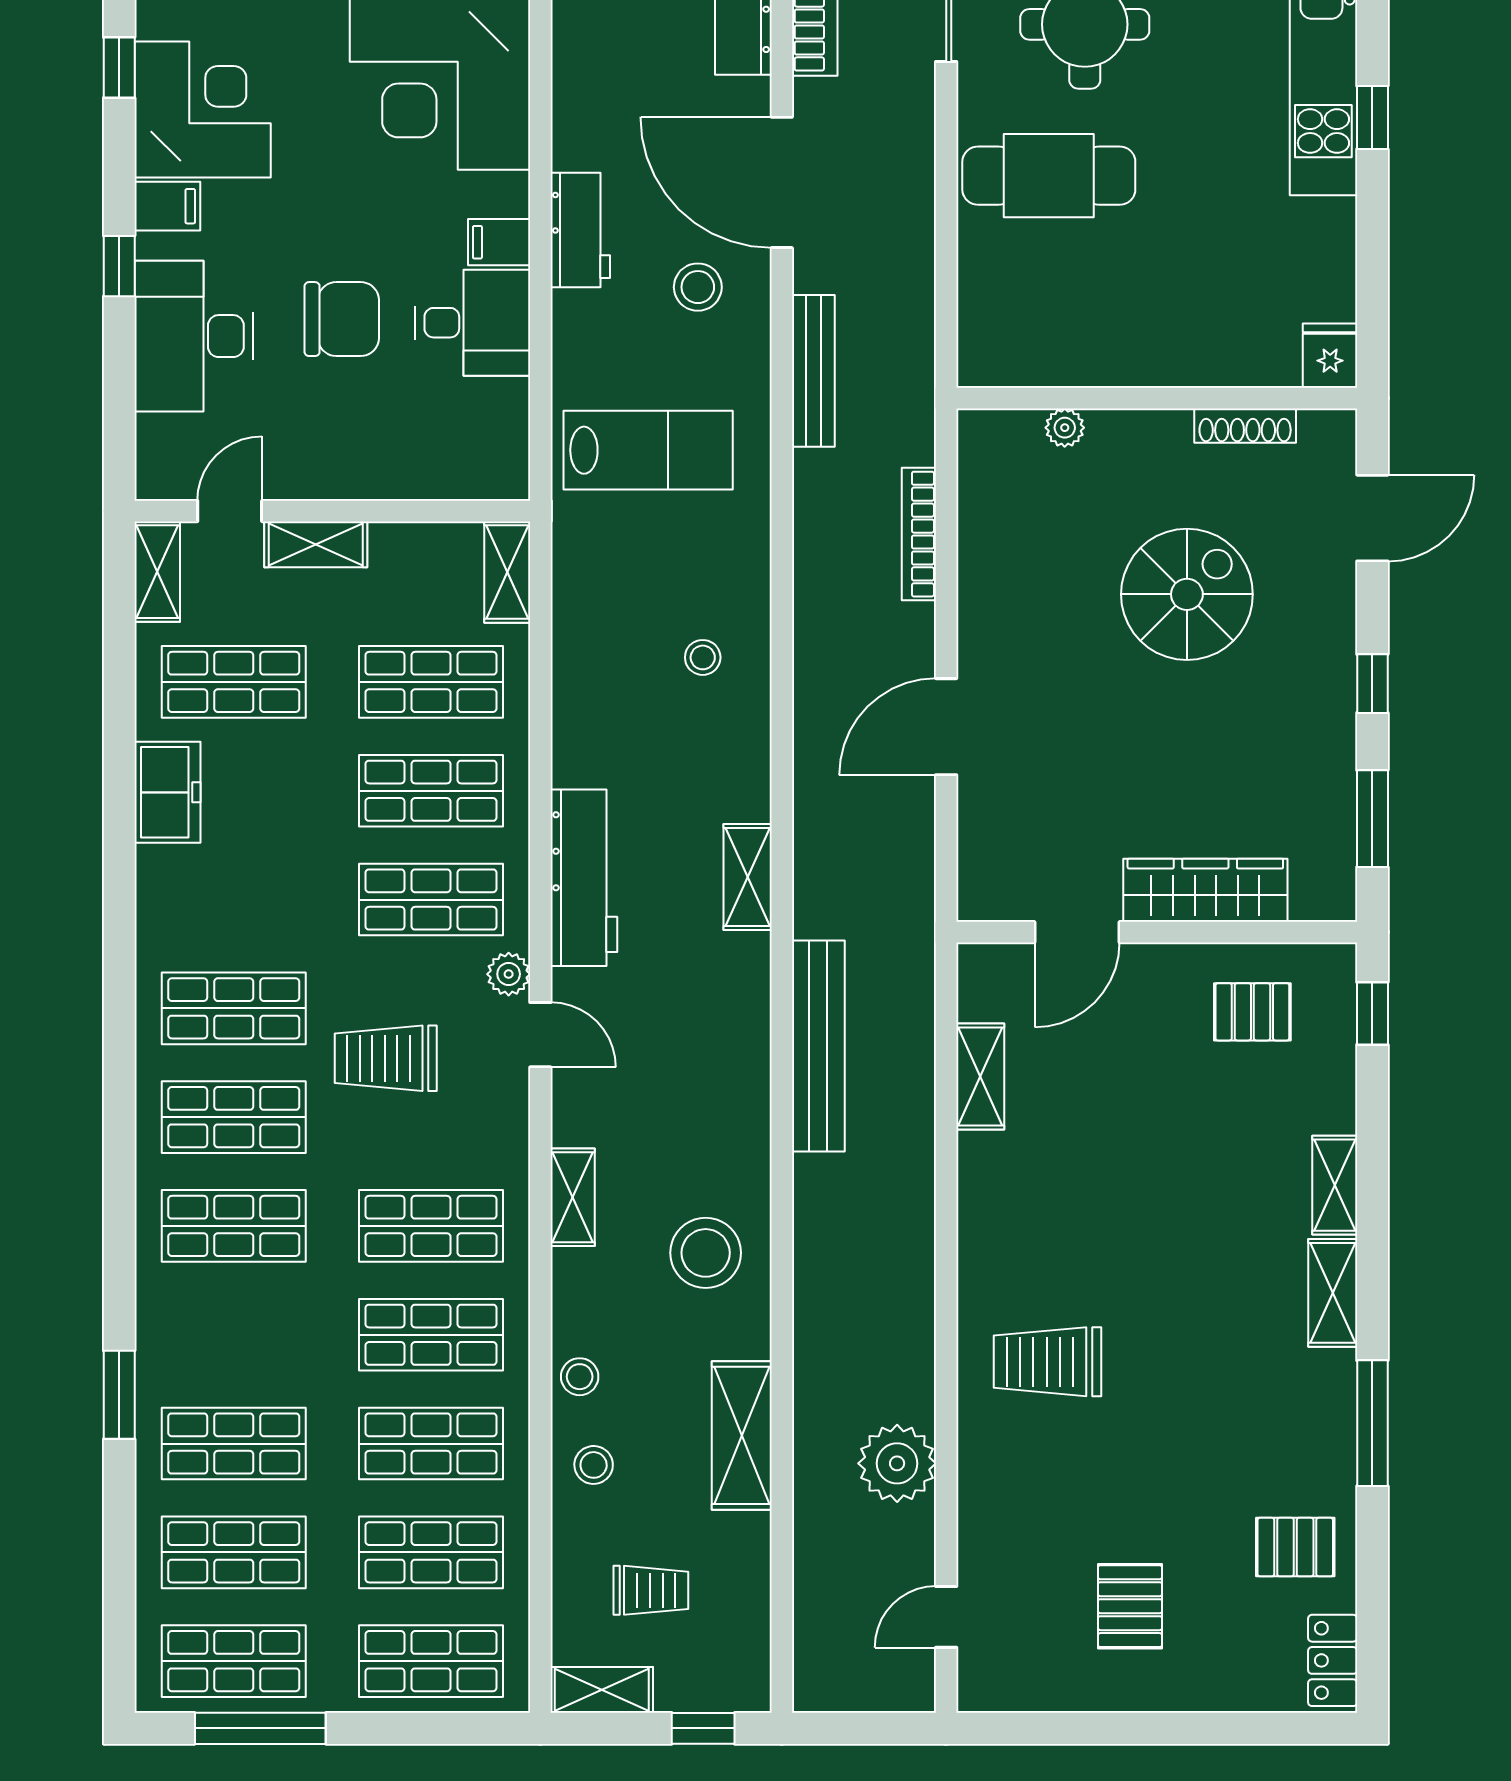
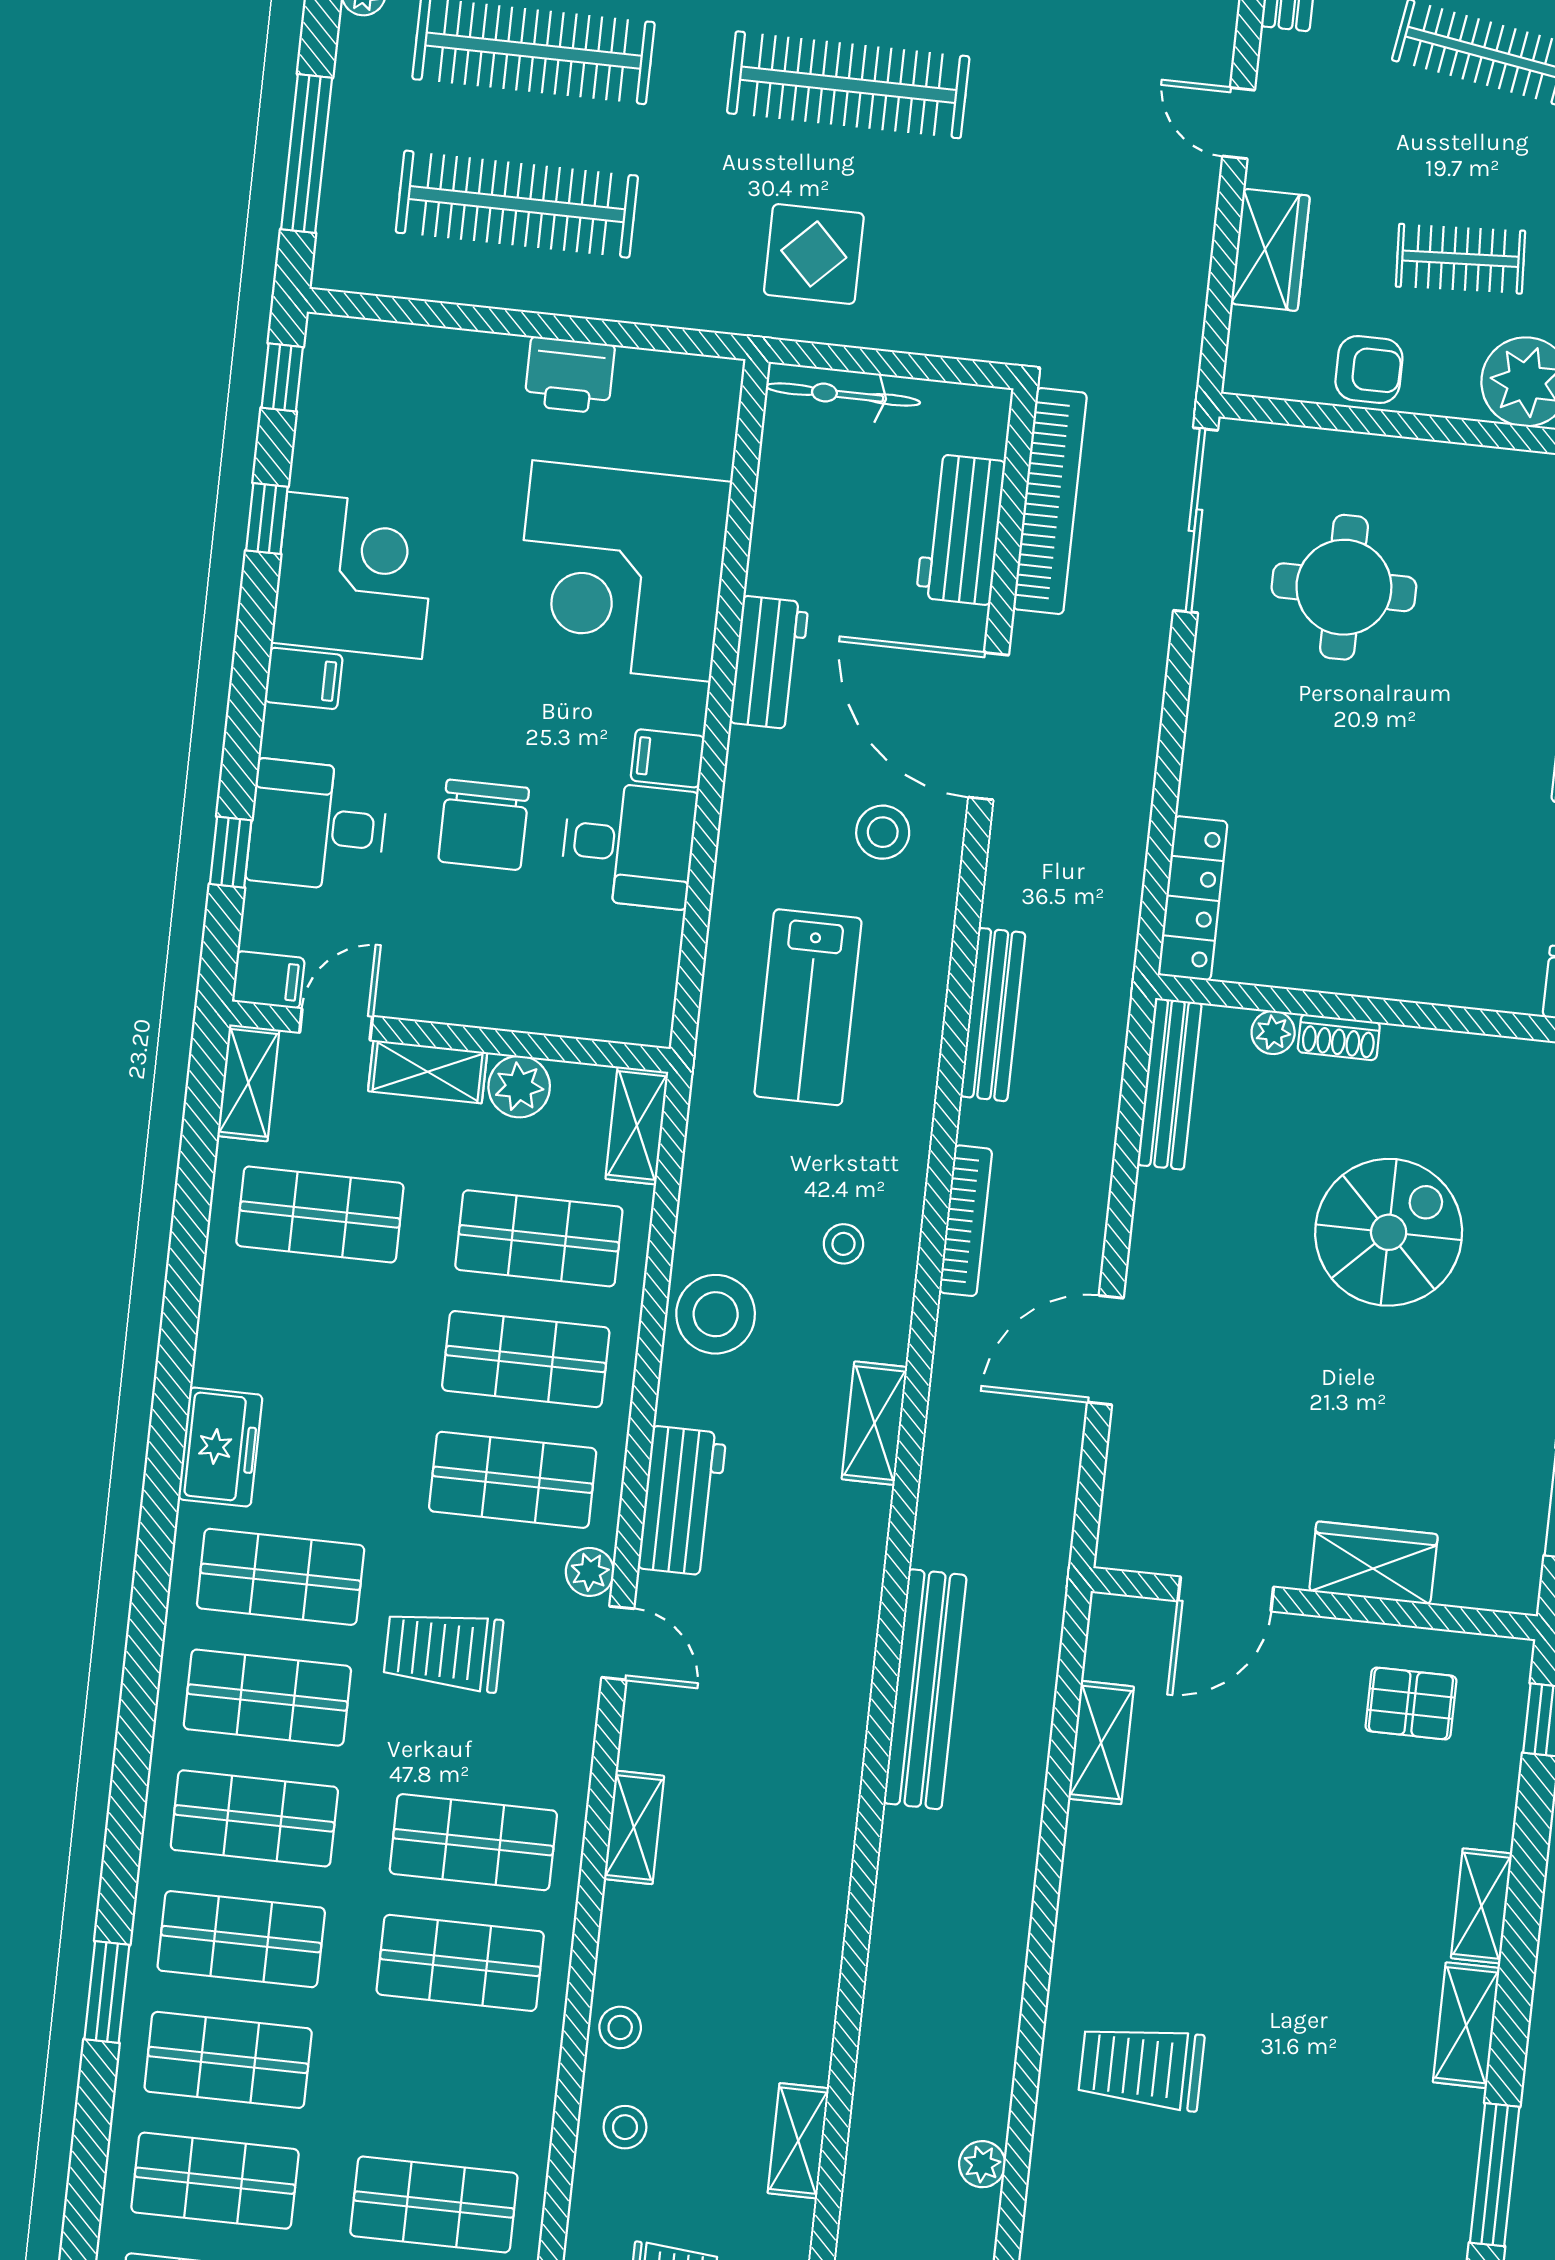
cafe table: (1049, 176) -> (1286, 751), removed
workbench: (580, 230) -> (769, 663), moved
window: (119, 266) -> (231, 852), moved
locker: (980, 316) -> (1193, 898), added
chair: (342, 319) -> (484, 825), turned 90
desk: (194, 336) -> (317, 826), width x0.73
bench: (813, 371) -> (993, 1015), moved
shoe rack: (1245, 426) -> (1339, 1037), moved, width x0.70
lab bench: (648, 450) -> (808, 1007), turned 90
filing cabinet: (165, 478) -> (268, 980), added
bench: (977, 483) -> (1169, 1084), added
bookcase: (919, 534) -> (965, 1221), moved, turned 180
plant: (399, 549) -> (519, 1087), added
freezer: (167, 792) -> (220, 1447), moved
shelving: (748, 877) -> (874, 1423), moved
workbench: (584, 878) -> (682, 1501), width x0.73
wardrobe: (1205, 890) -> (1373, 1563), width x0.67
stool: (706, 1253) -> (716, 1314), moved
shelving: (742, 1435) -> (798, 2141), width x0.67, depth x0.75
shop shelf: (431, 1444) -> (241, 1939), moved
plant: (897, 1463) -> (982, 2164), width x0.53, depth x0.53

